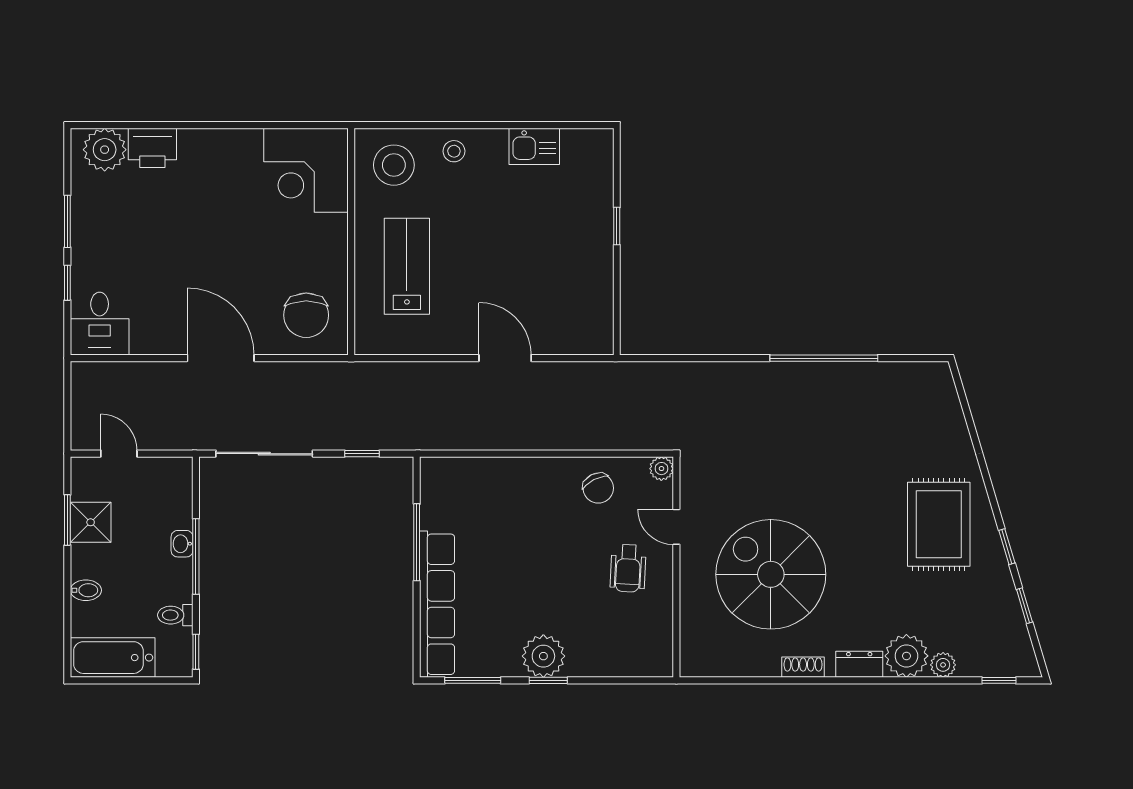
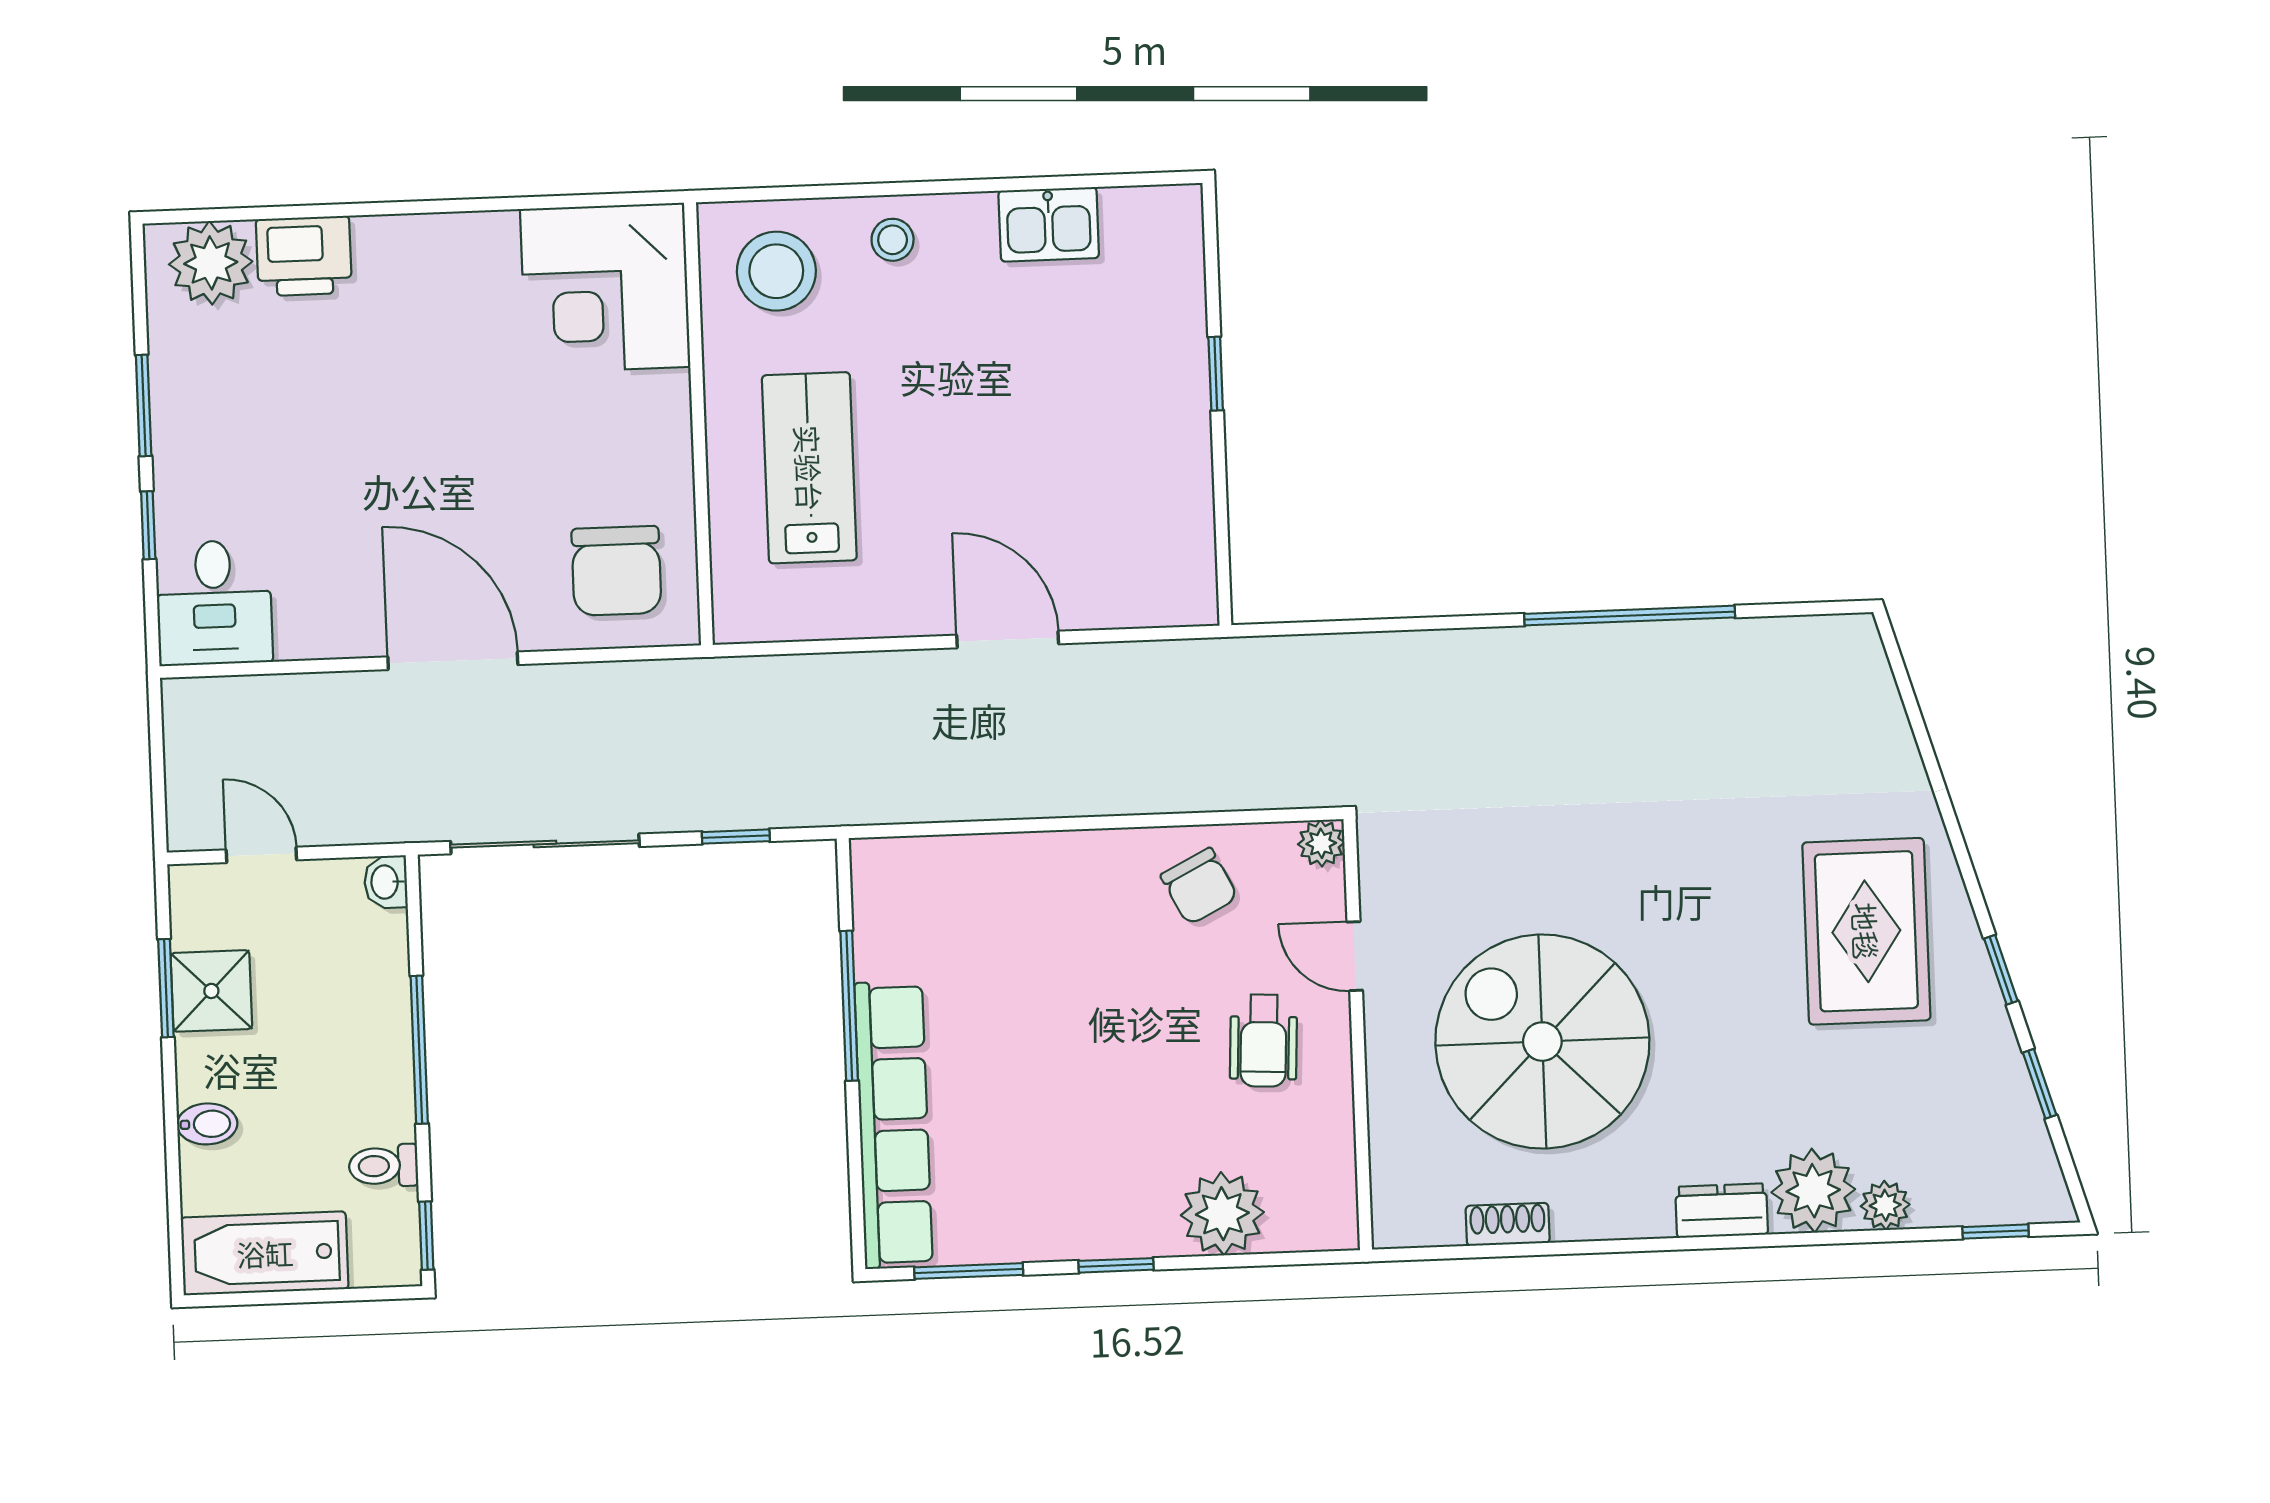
washbasin: (182, 544) -> (386, 882), moved
plant: (543, 656) -> (1222, 1214), moved
shoe rack: (803, 667) -> (1508, 1224), moved

